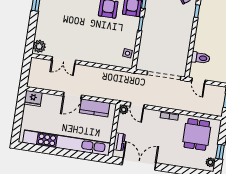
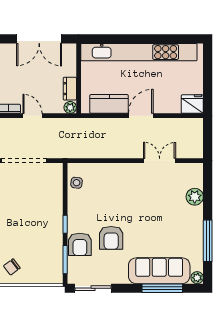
plant: (39, 46) -> (195, 197), moved
door: (137, 105) -> (32, 116), moved
dresser: (119, 142) -> (70, 89), moved

